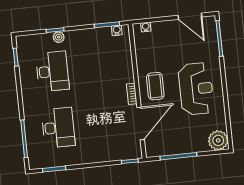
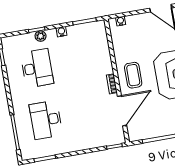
water cooler: (117, 30) -> (62, 32), moved
desk: (58, 128) -> (46, 120), turned 180

